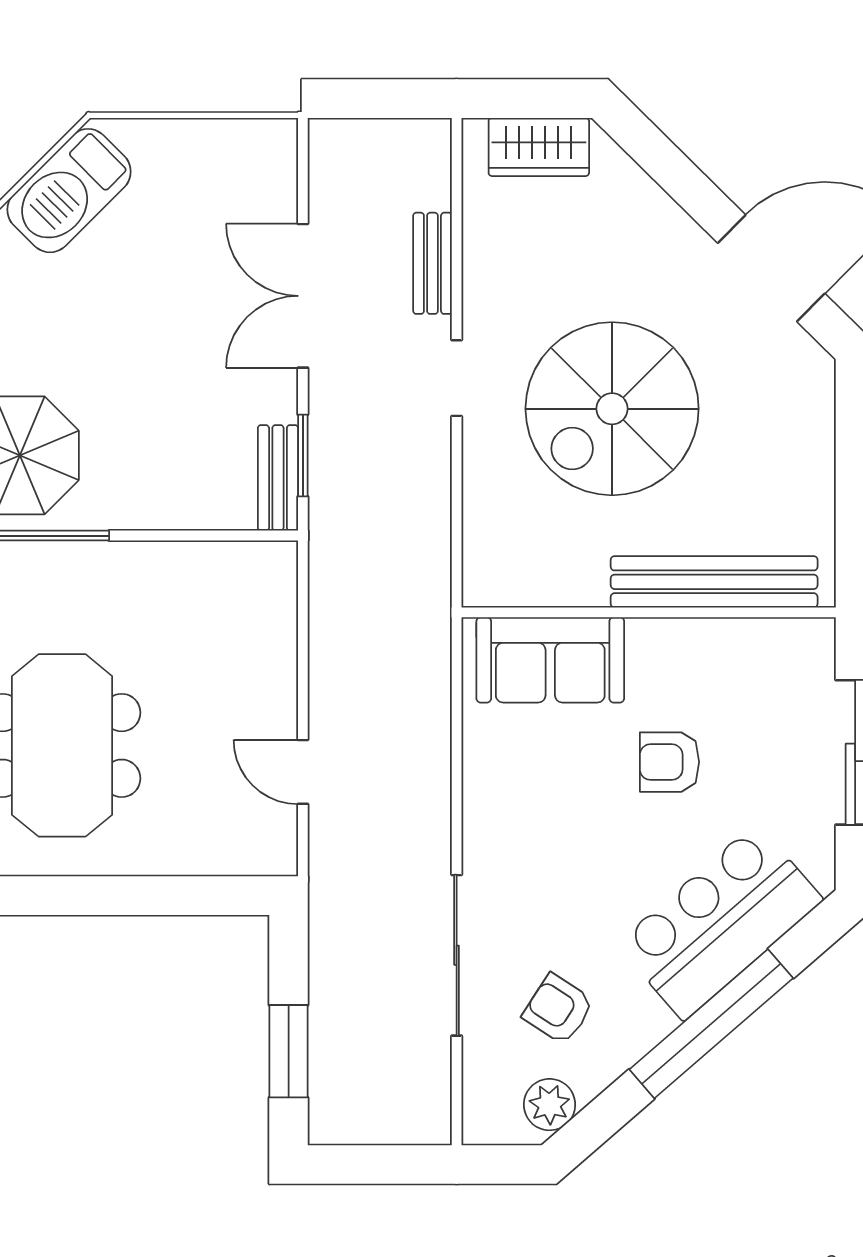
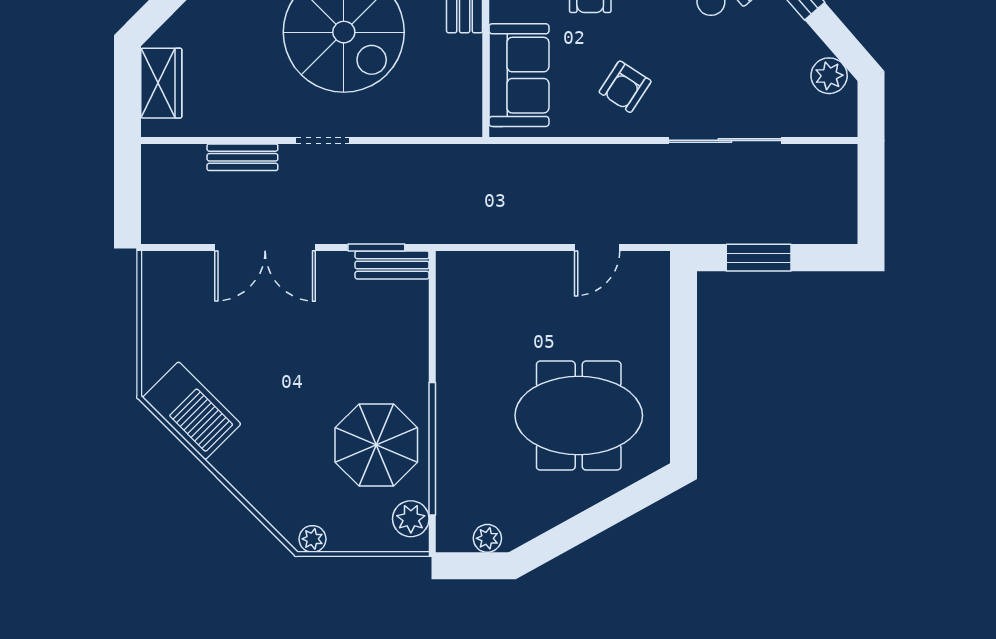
armchair: (558, 1009) -> (625, 87), moved
window: (289, 1051) -> (759, 258), moved

